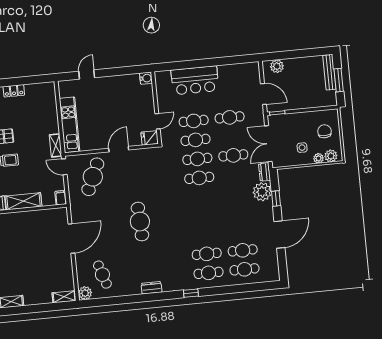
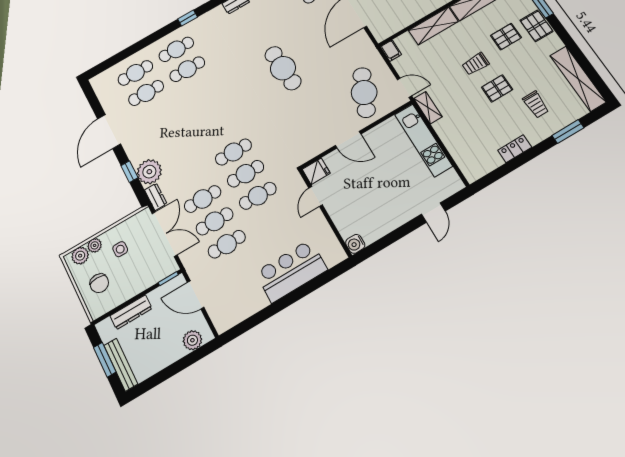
dresser: (310, 103) -> (131, 312), added
cafe table: (194, 121) -> (215, 221), moved
door: (119, 149) -> (348, 140), hinge flipped

